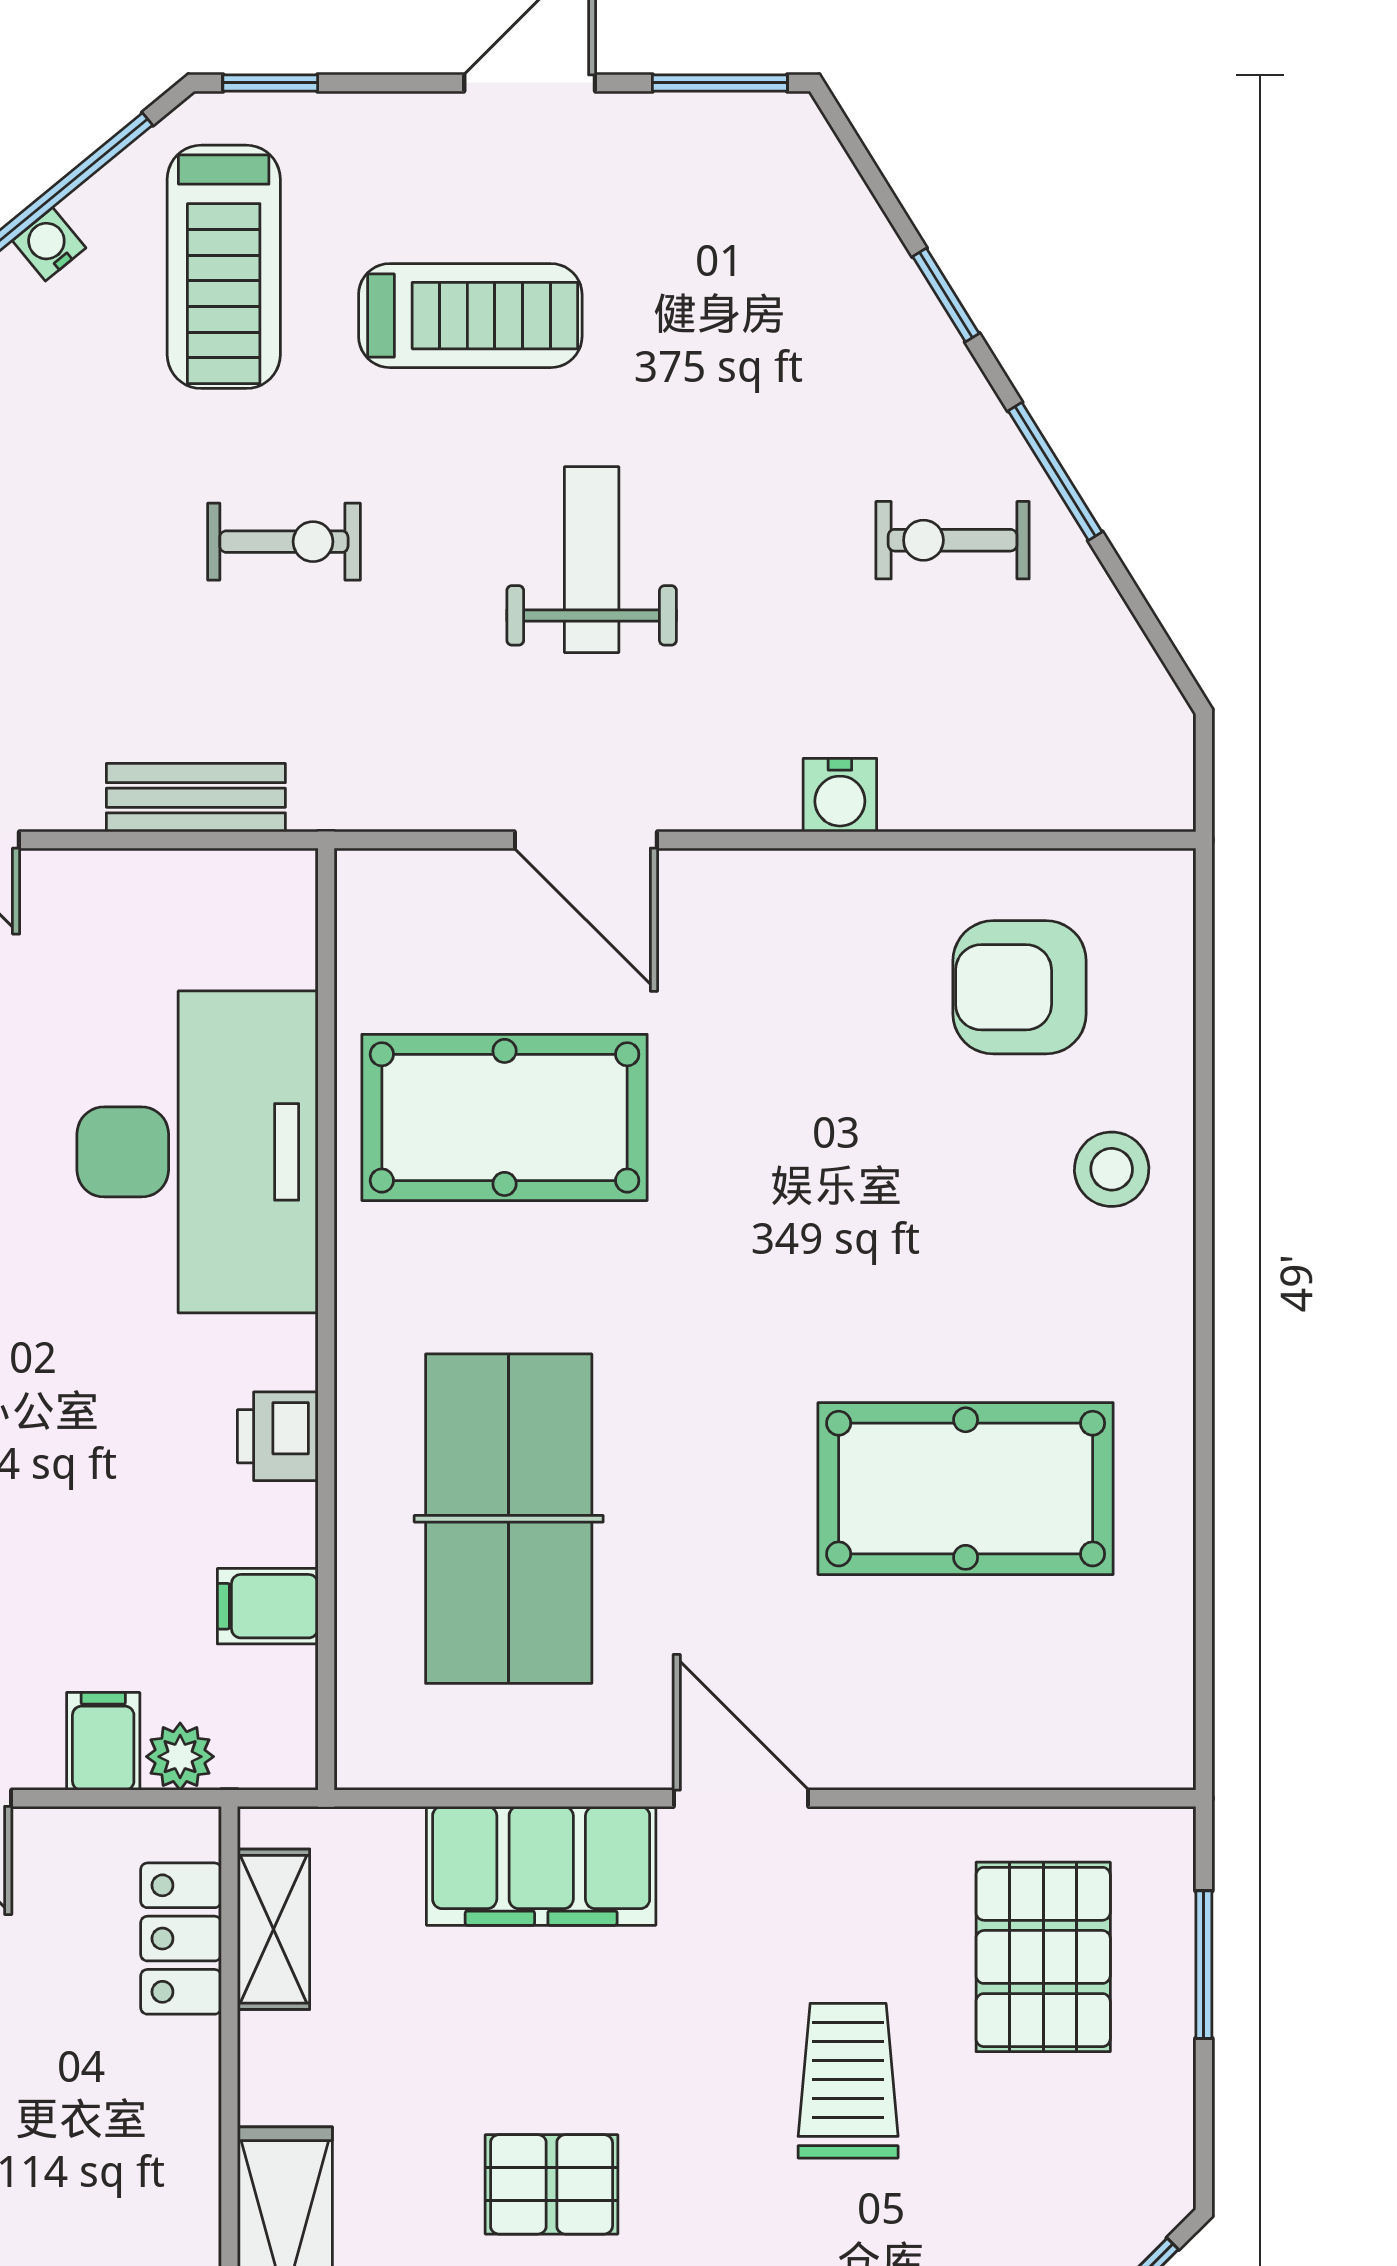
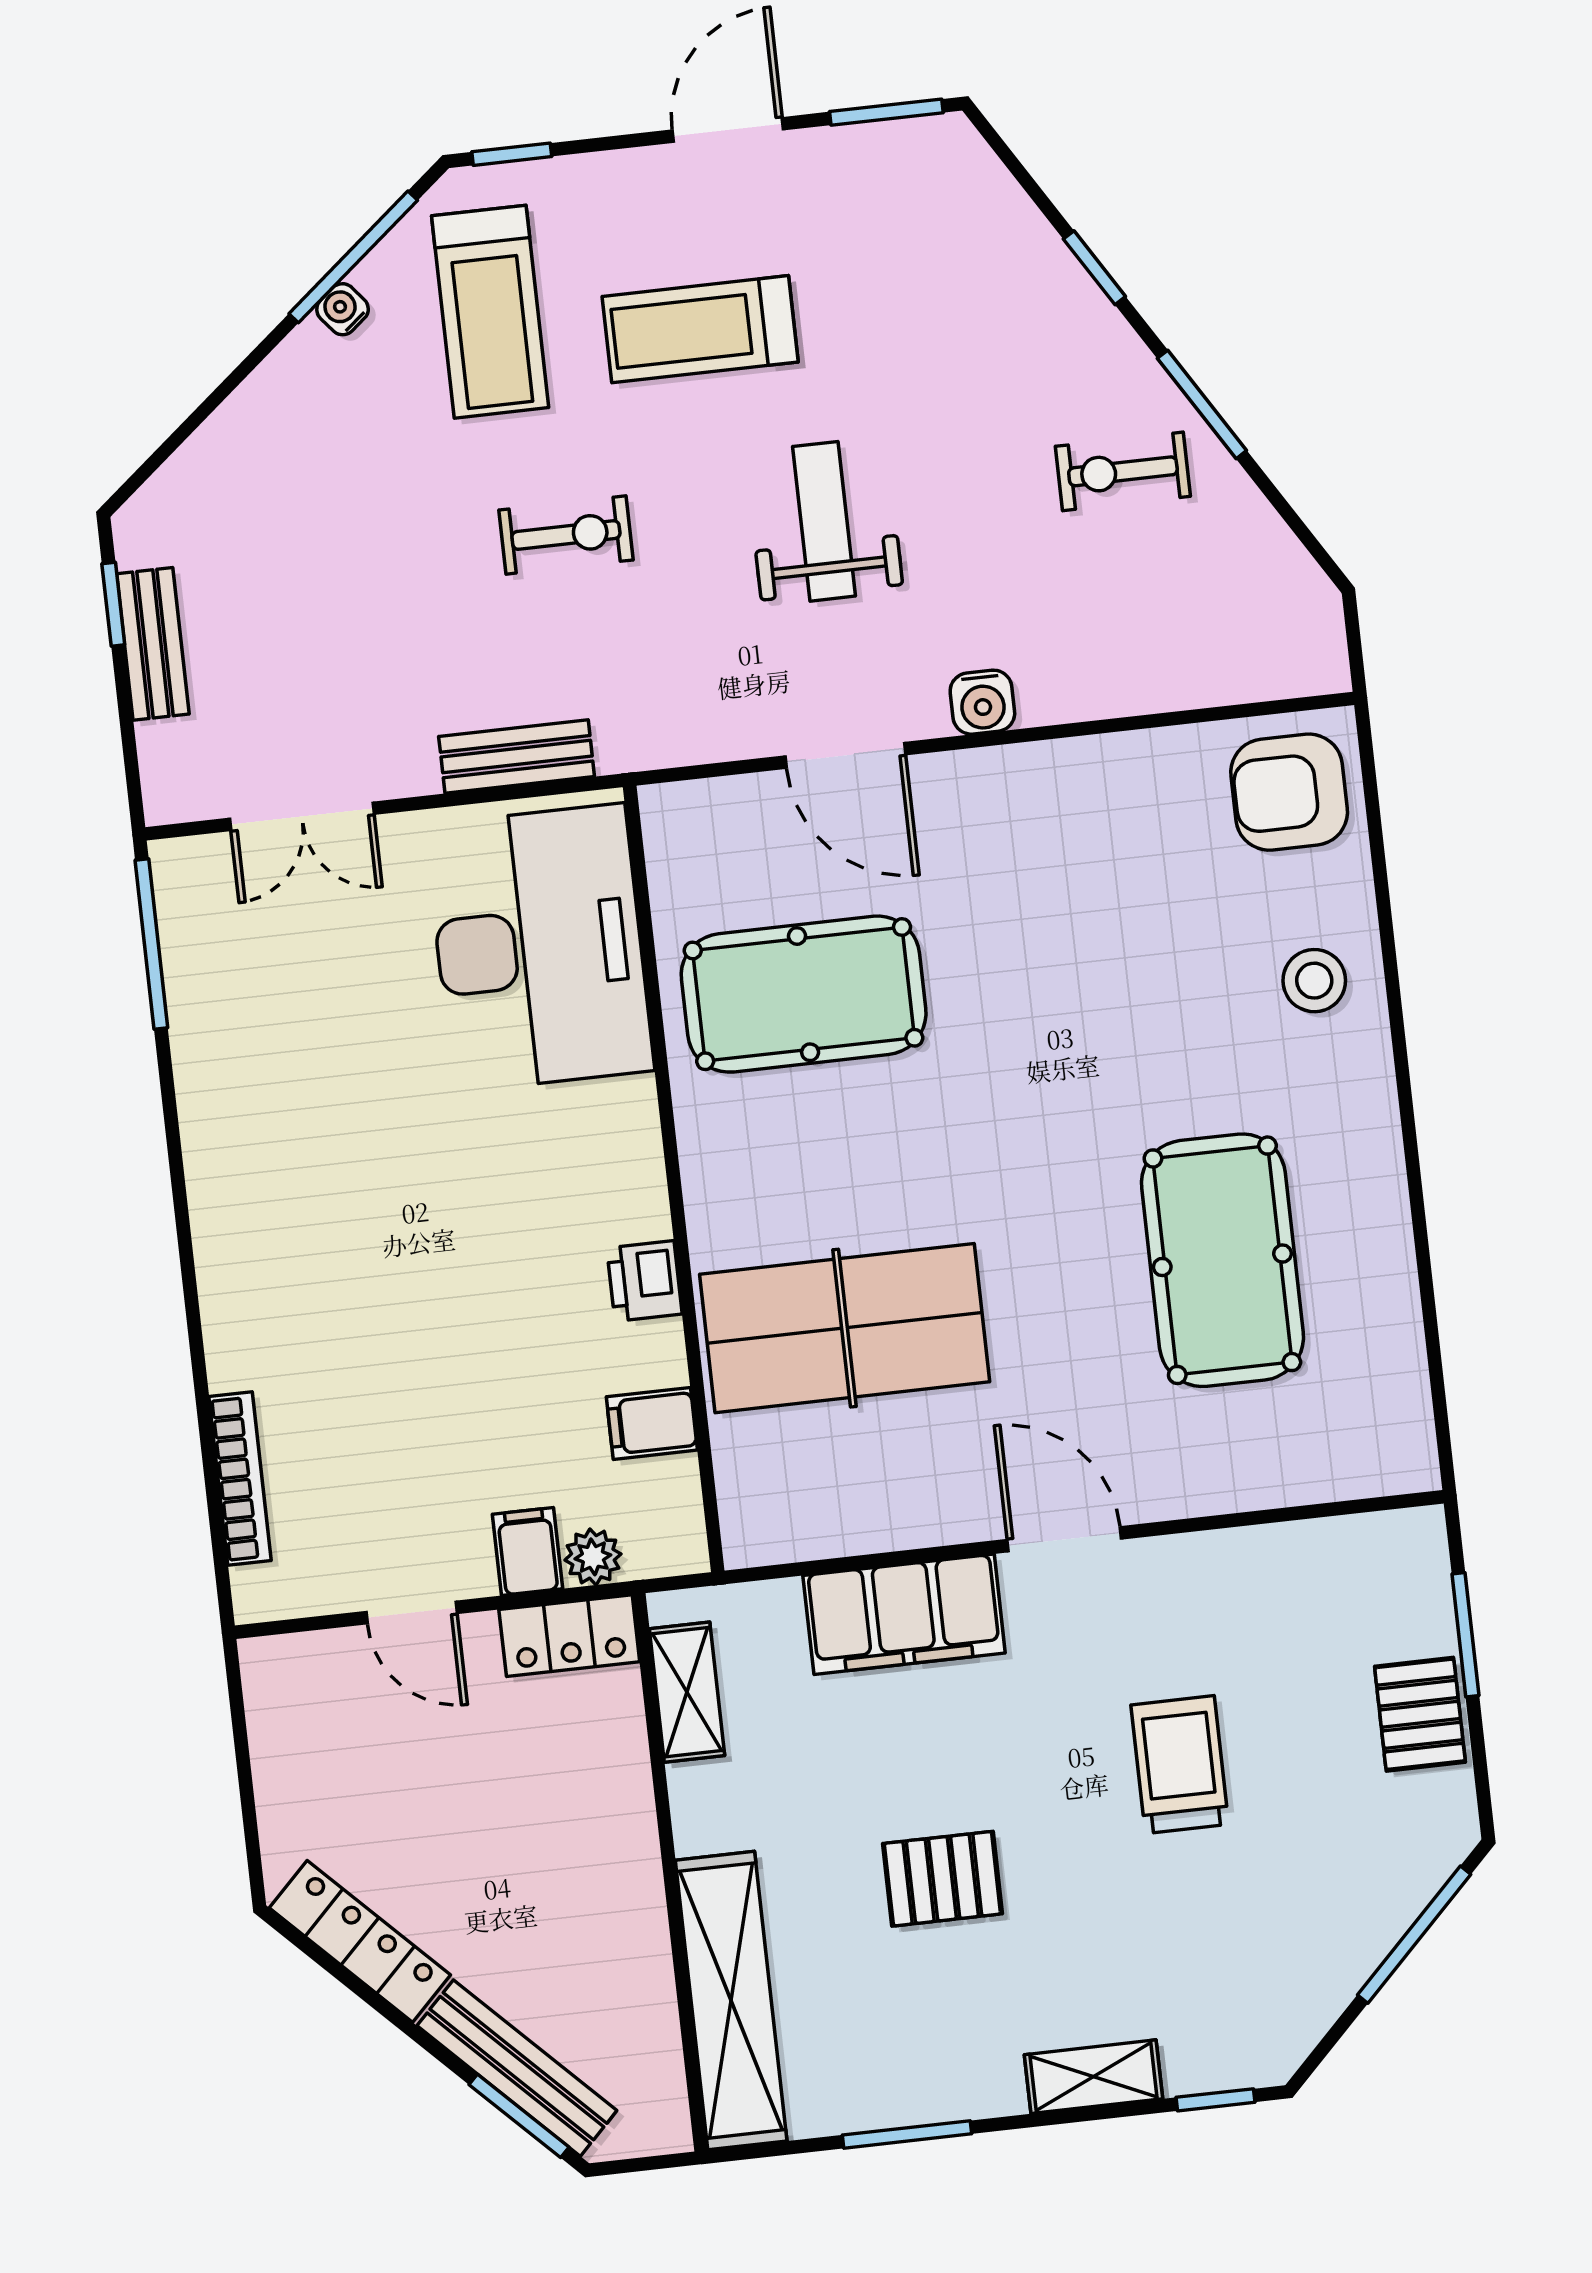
treadmill: (470, 316) -> (700, 329), turned 180
water cooler: (840, 795) -> (982, 702), moved
armchair: (1020, 987) -> (1289, 792), moved
desk: (197, 1152) -> (539, 948), moved
pool table: (966, 1489) -> (1222, 1260), turned 90
table tennis table: (509, 1519) -> (845, 1328), turned 90
locker: (181, 1939) -> (569, 1636), moved, turned -90
pallet: (1043, 1957) -> (1420, 1714), moved, width x0.67, depth x0.71

